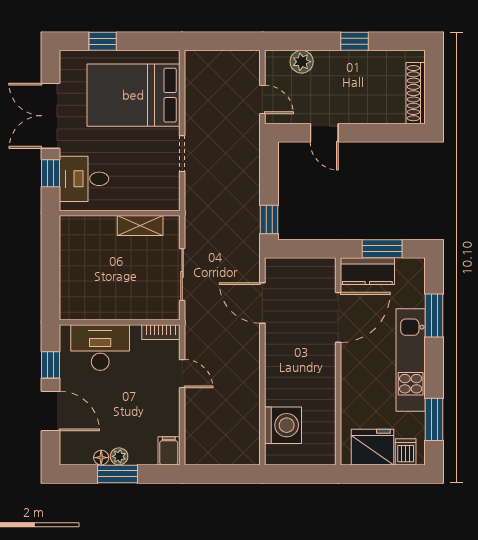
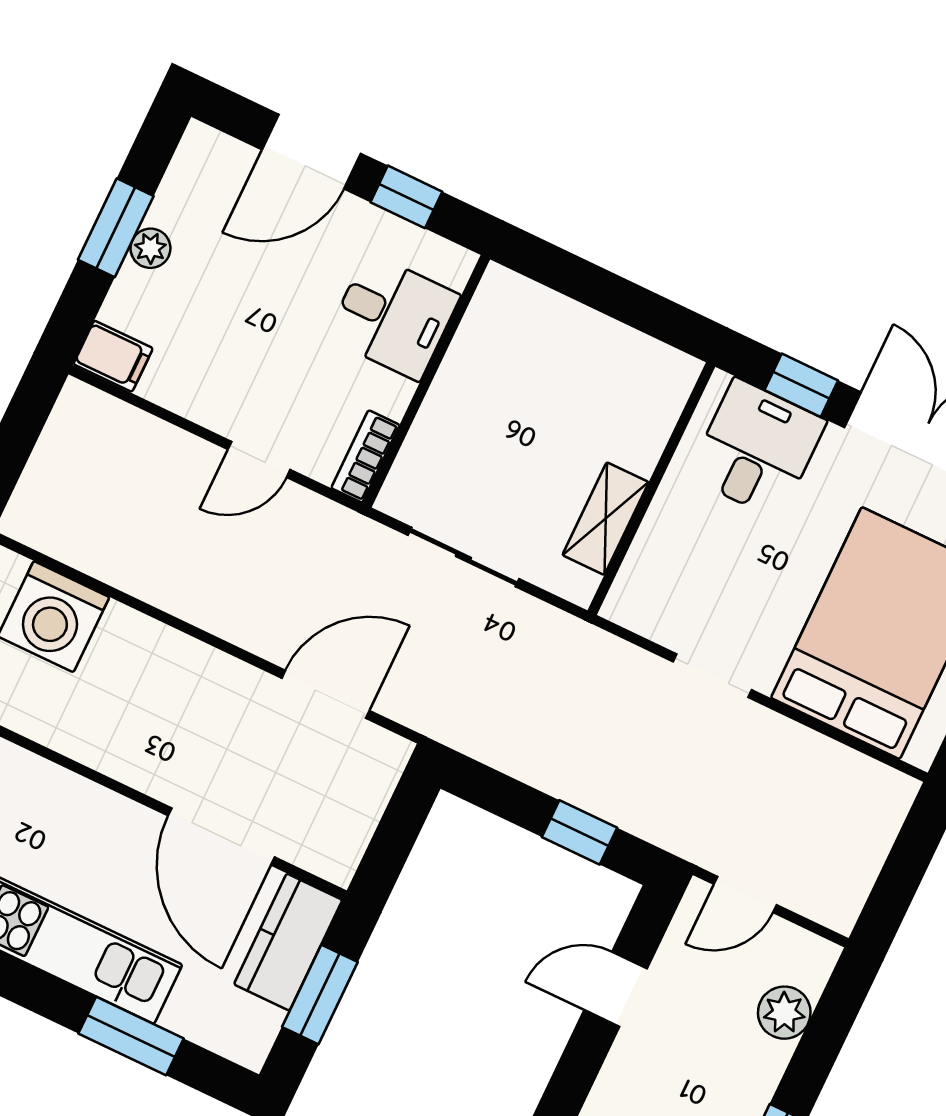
window: (269, 220) -> (579, 832), moved
desk: (100, 347) -> (393, 316), width x0.73
floor lamp: (101, 458) -> (165, 210), removed

